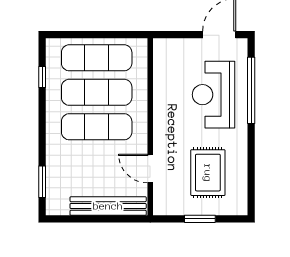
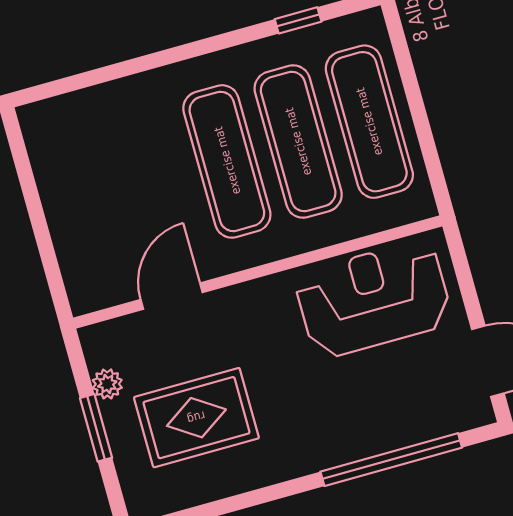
reception desk: (214, 95) -> (373, 299), moved
window: (42, 182) -> (82, 81), removed
bench: (108, 206) -> (70, 231), removed
plant: (182, 208) -> (107, 384), added

